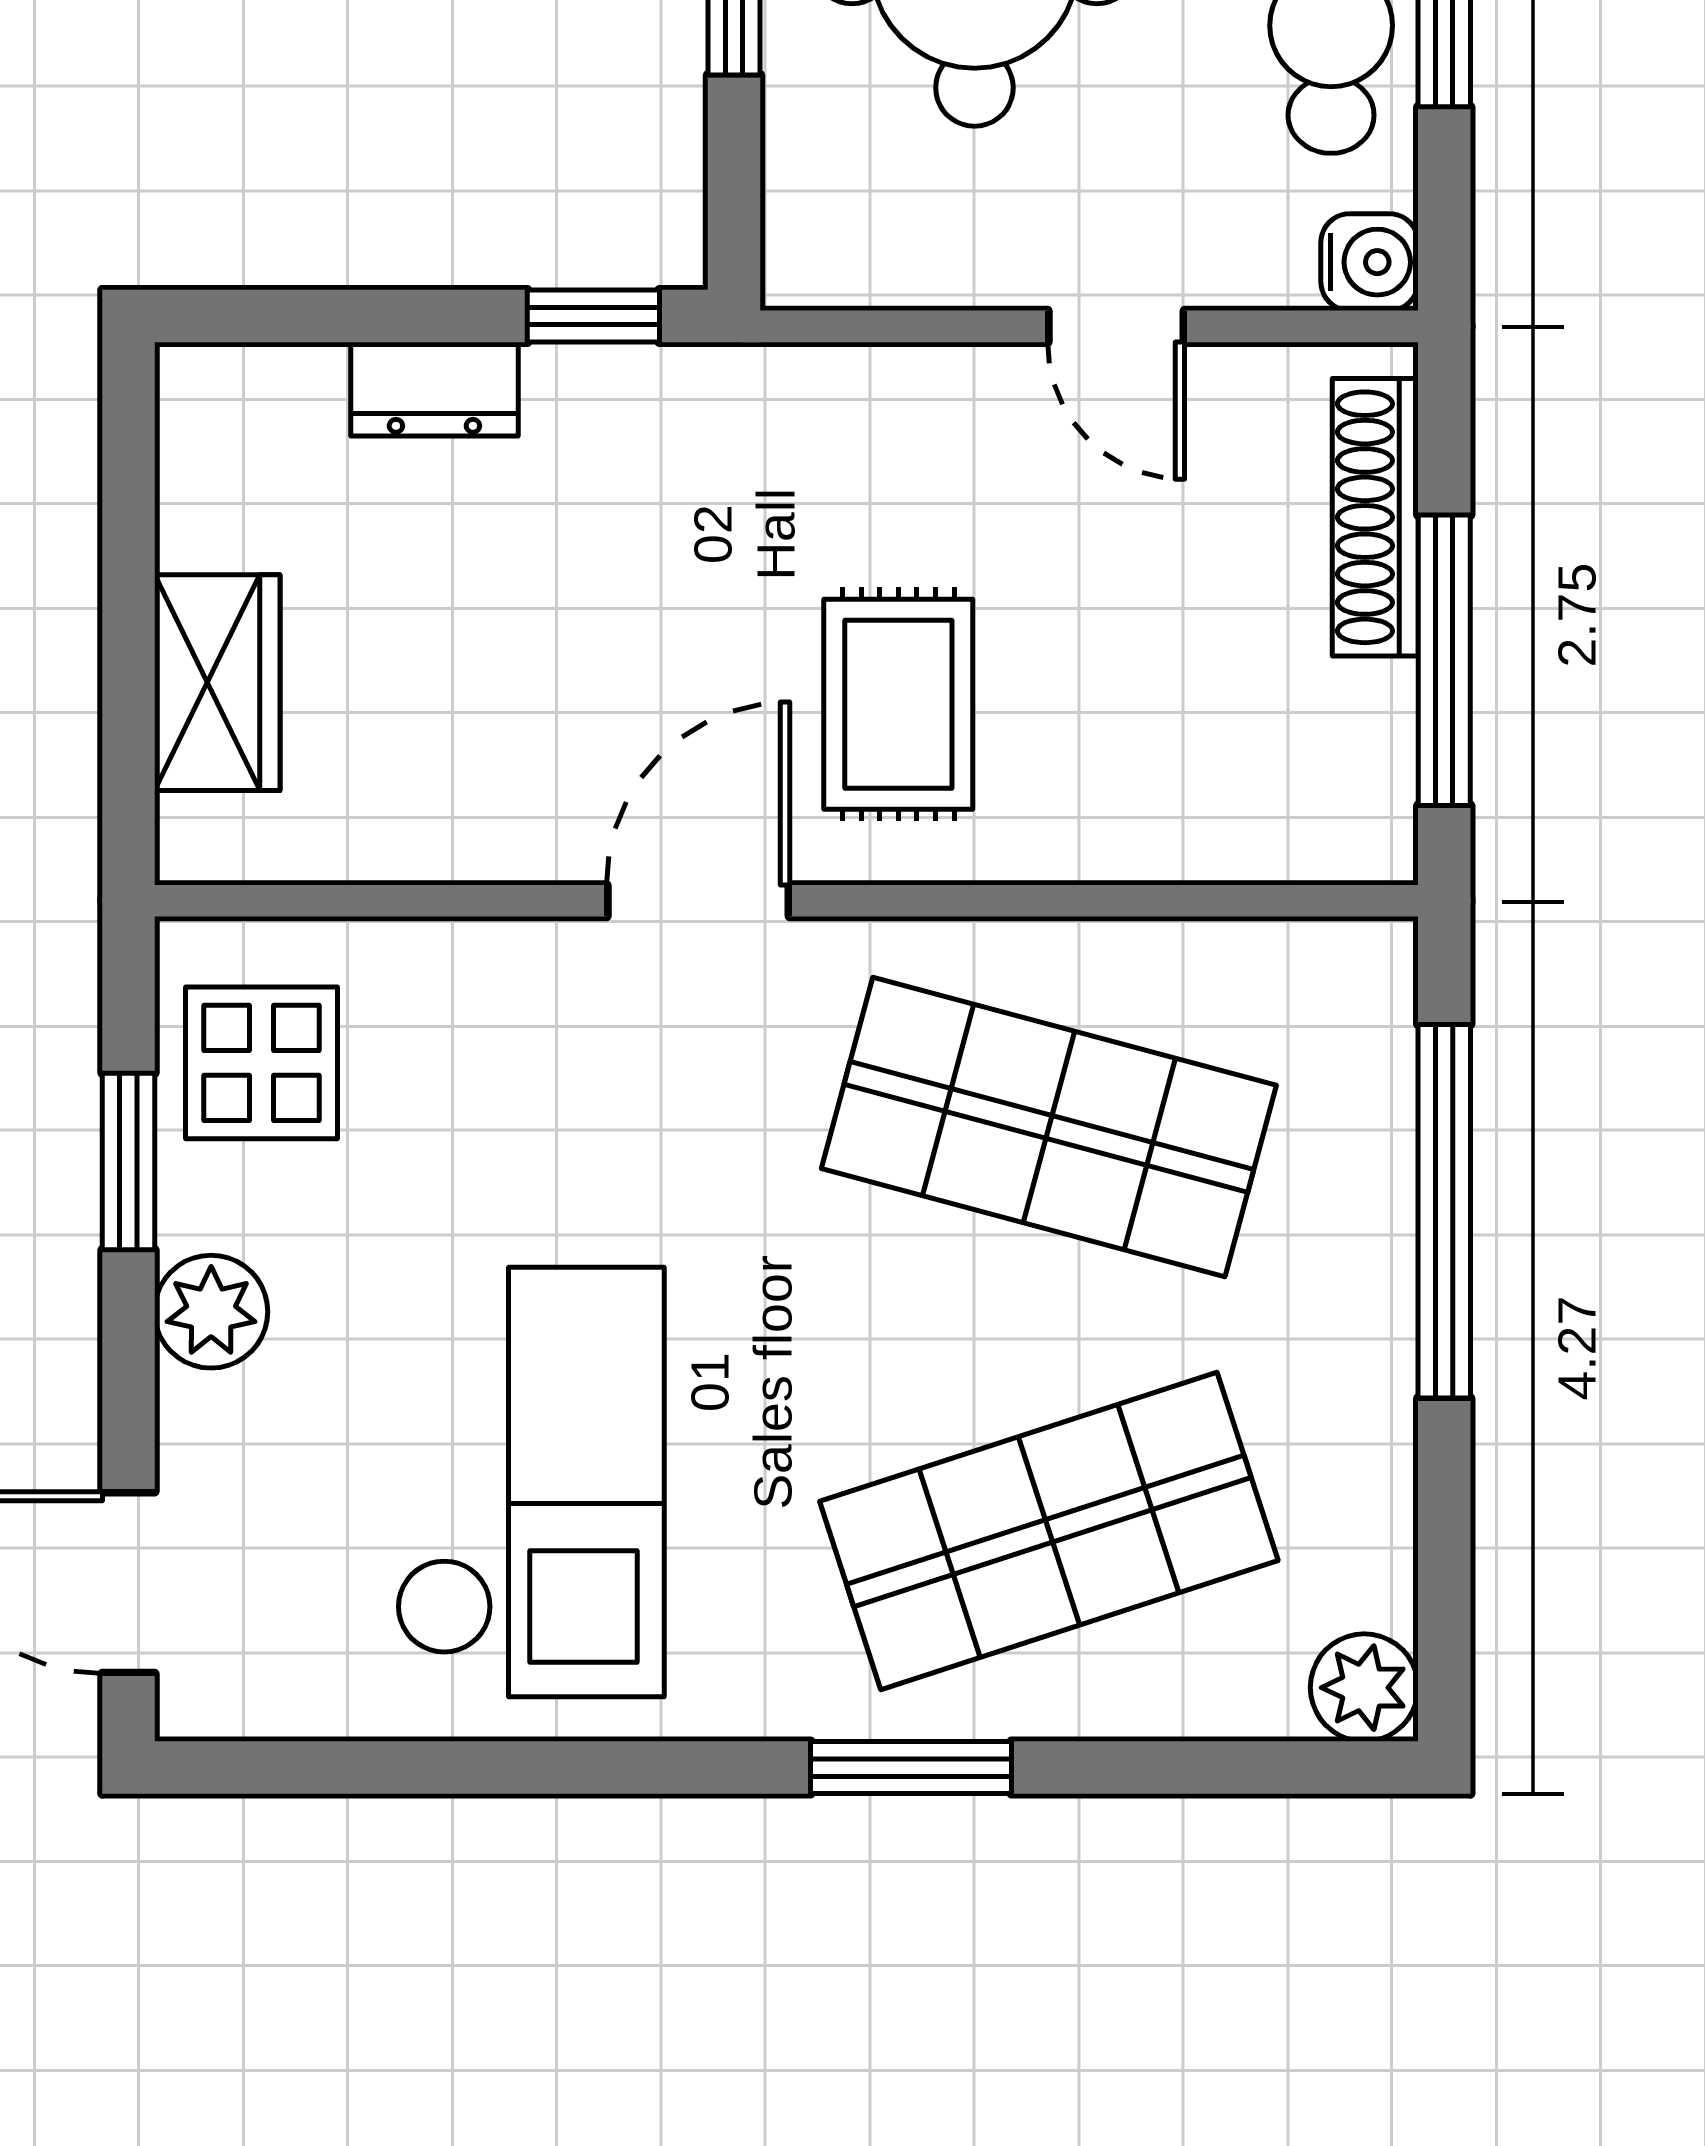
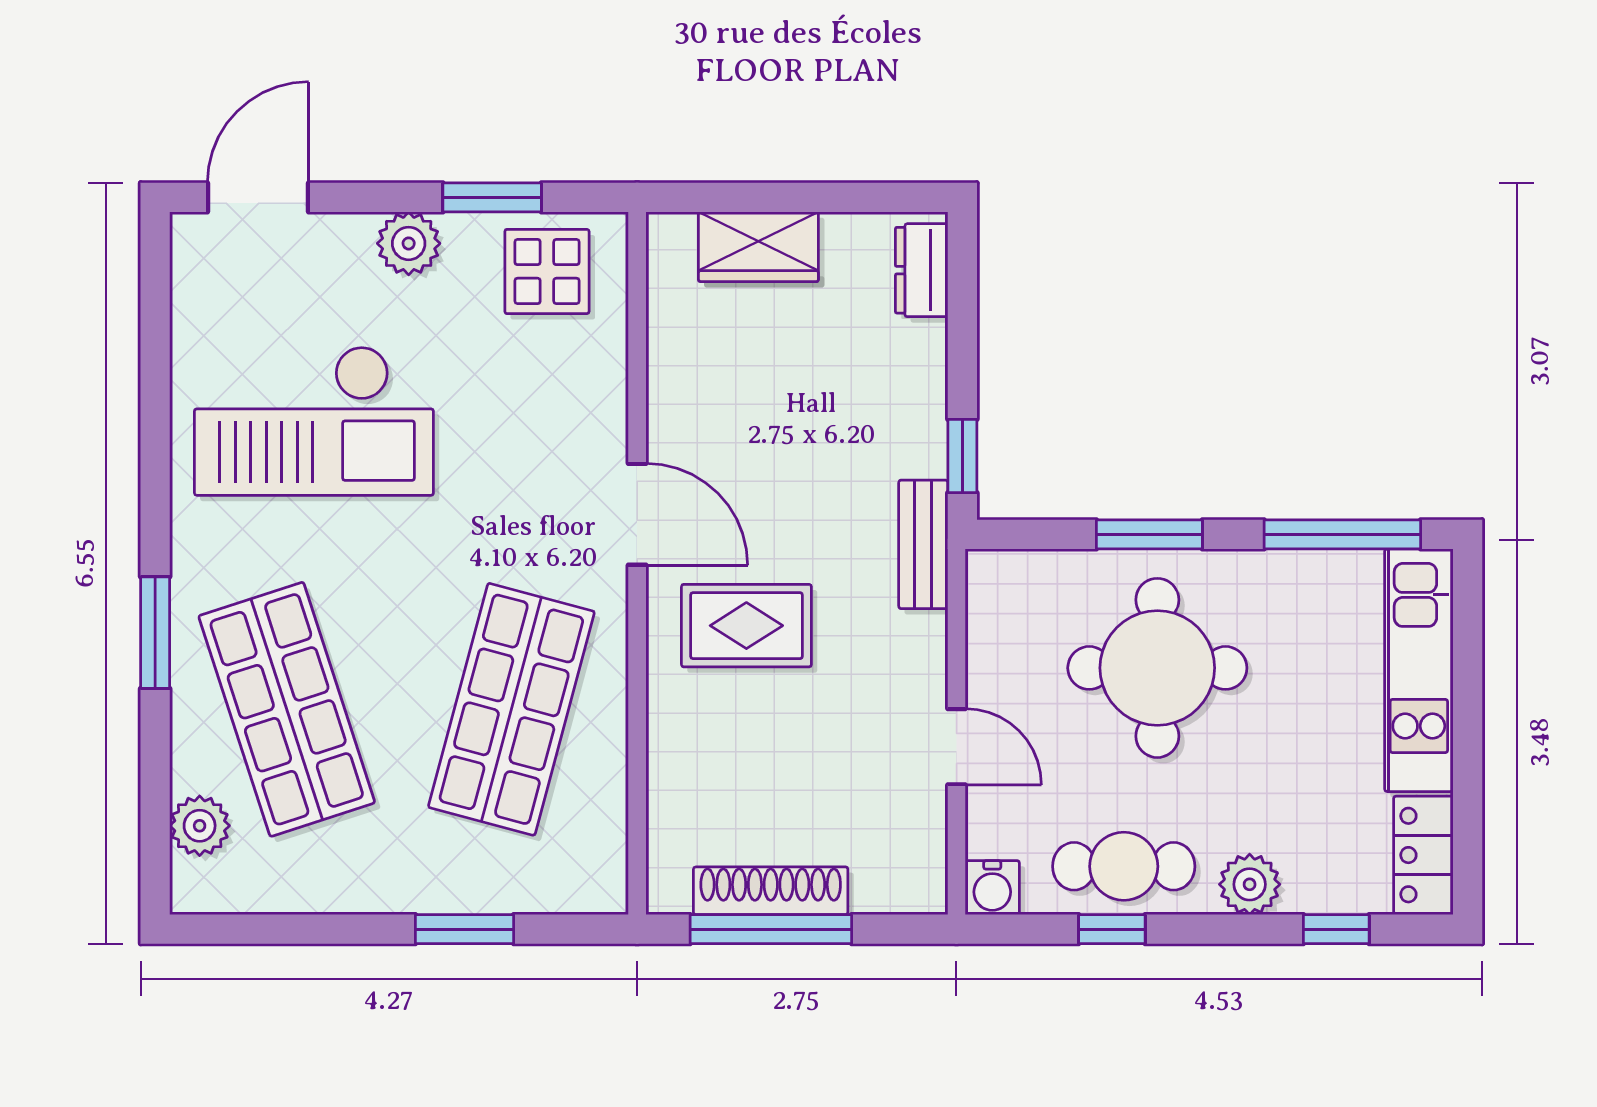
door: (1116, 326) -> (957, 747), swing flipped
bench: (752, 386) -> (923, 544), added
dresser: (434, 389) -> (922, 270), moved
shoe rack: (1375, 517) -> (771, 891), moved
window: (1444, 1211) -> (464, 929), width x0.47
plant: (1364, 1688) -> (200, 826), moved

